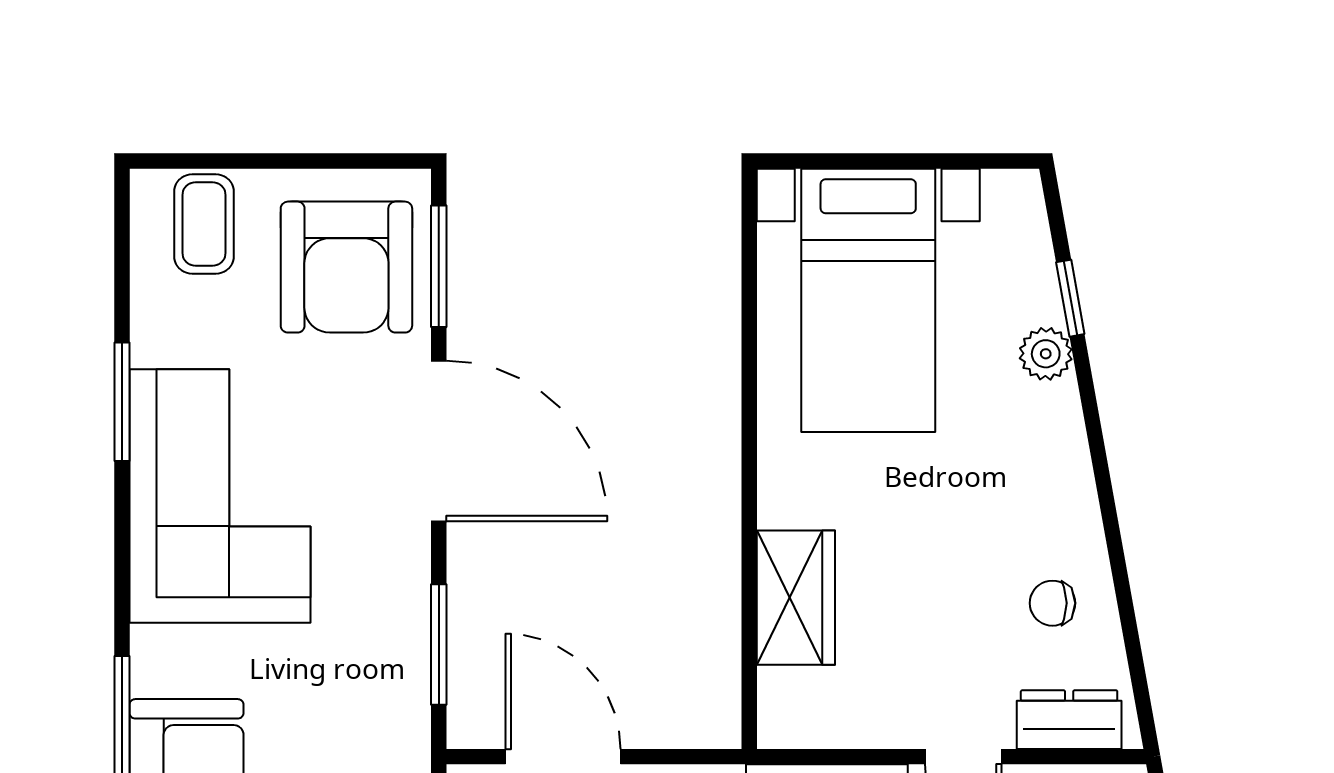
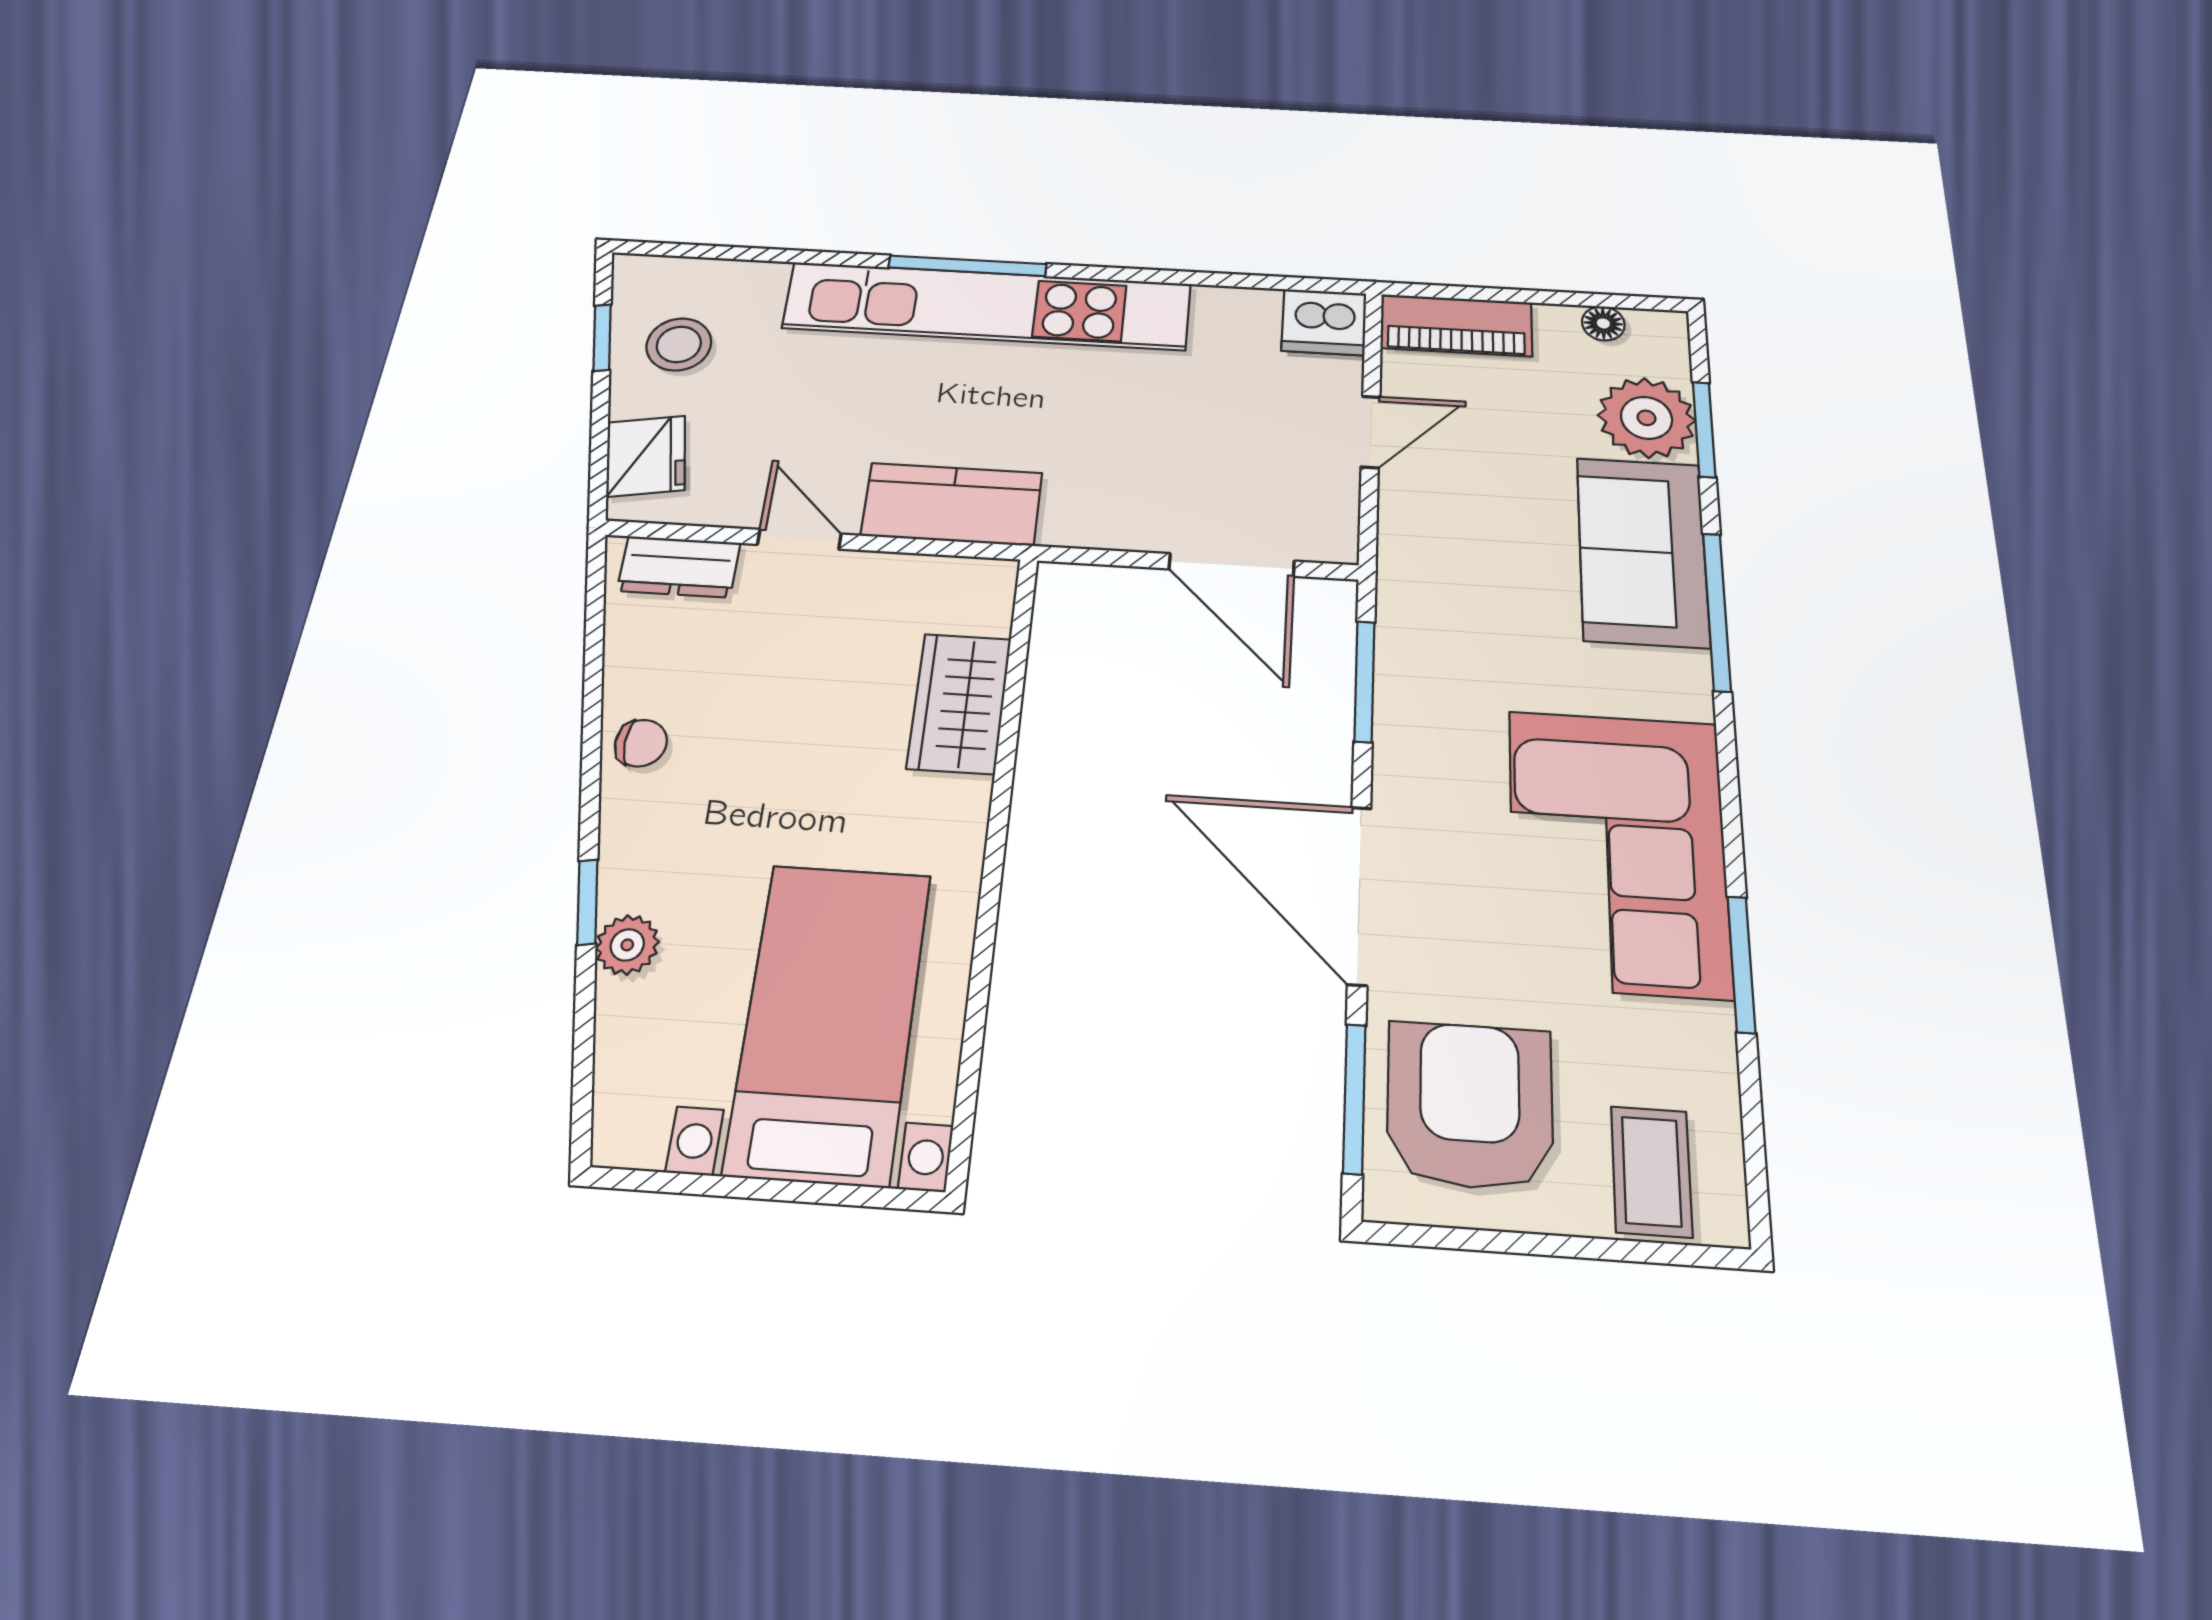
window: (1070, 298) -> (587, 902), moved
chair: (1052, 603) -> (641, 743), moved

